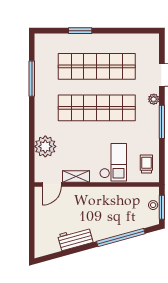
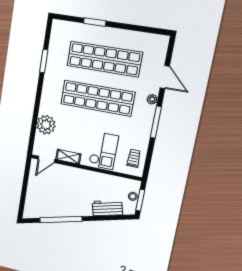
window: (32, 79) -> (44, 61), width x0.69
window: (121, 238) -> (61, 219), moved
workbench: (75, 239) -> (107, 208), moved

